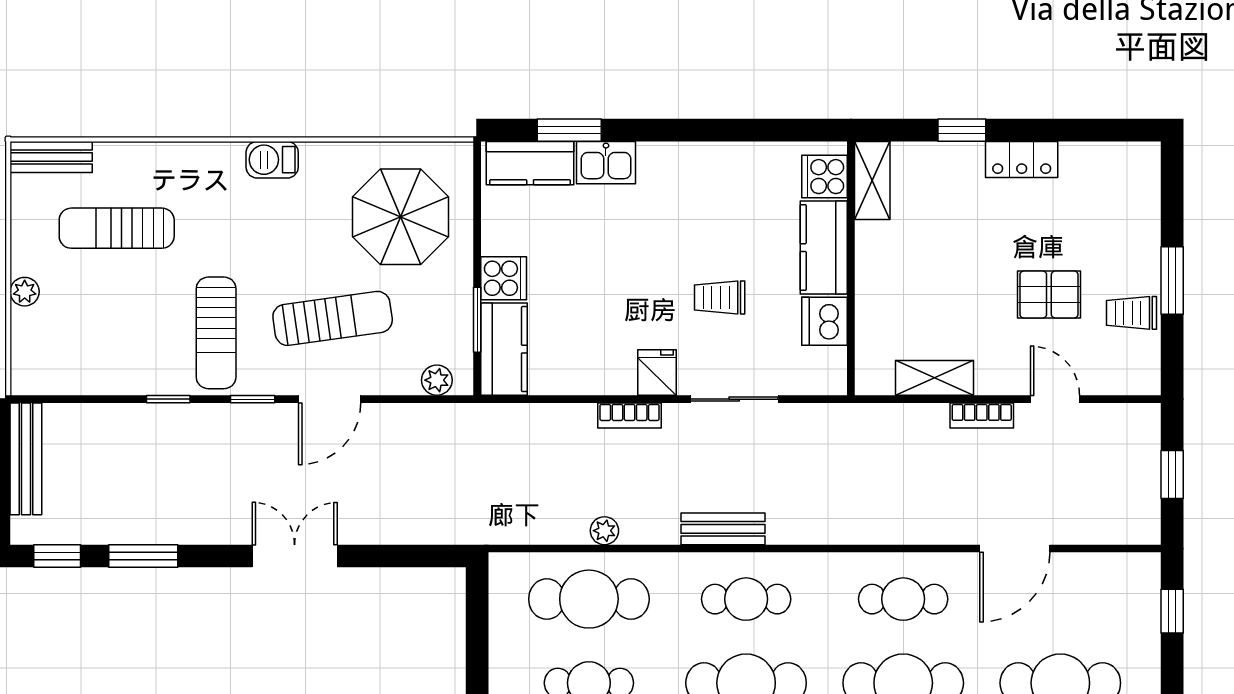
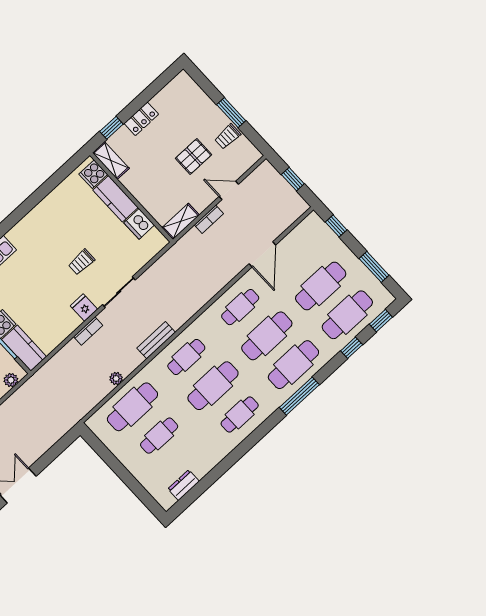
cooker: (825, 177) -> (93, 174), moved
shelving: (872, 180) -> (111, 160), moved
kitchen counter: (824, 248) -> (115, 199), moved
wall: (851, 268) -> (131, 197), moved
dishwasher: (824, 321) -> (139, 224), moved

